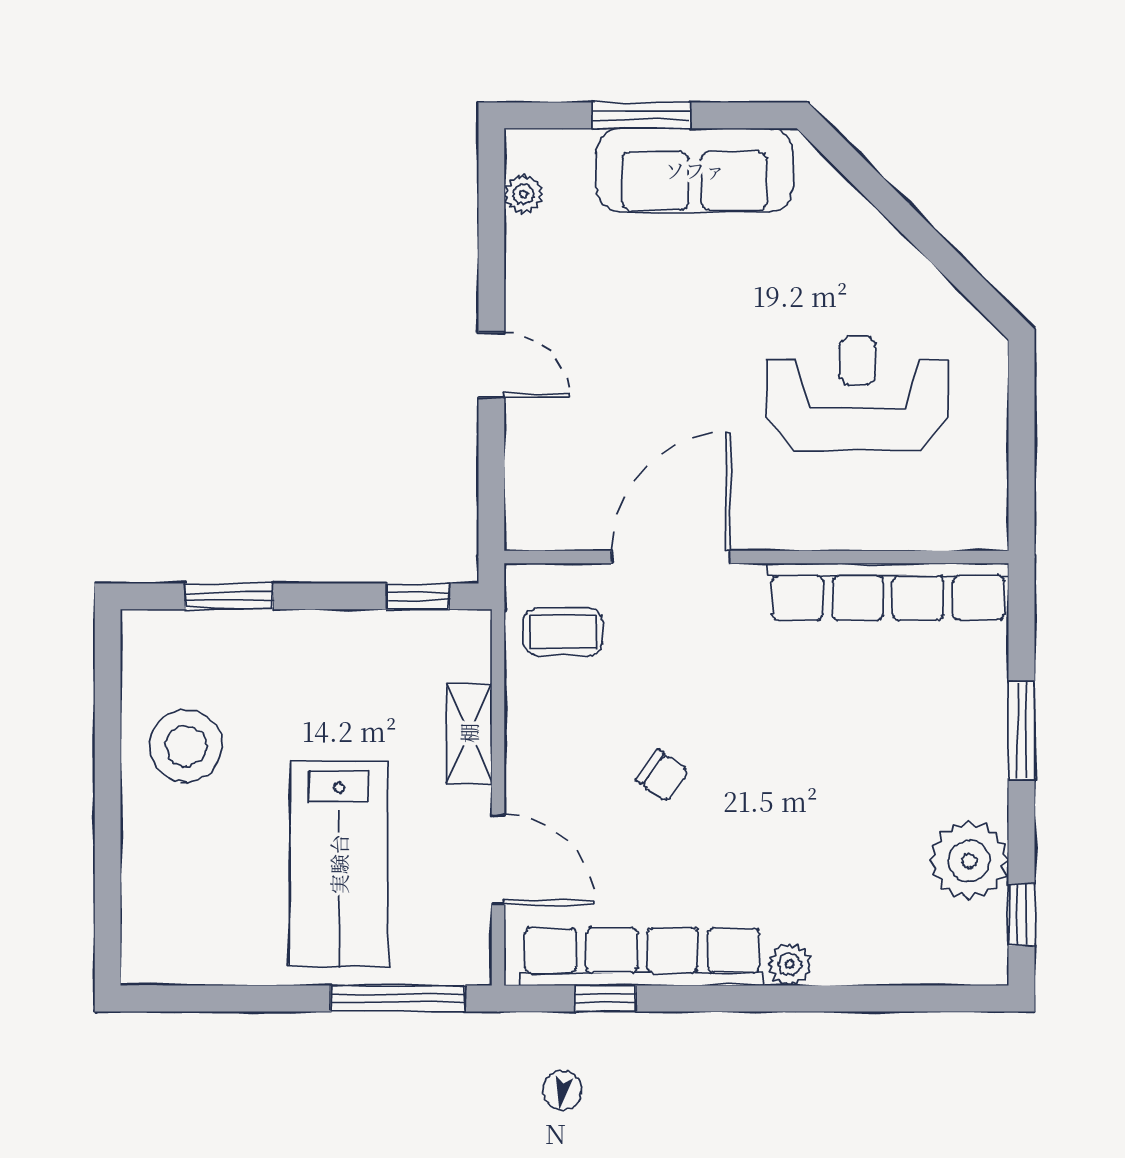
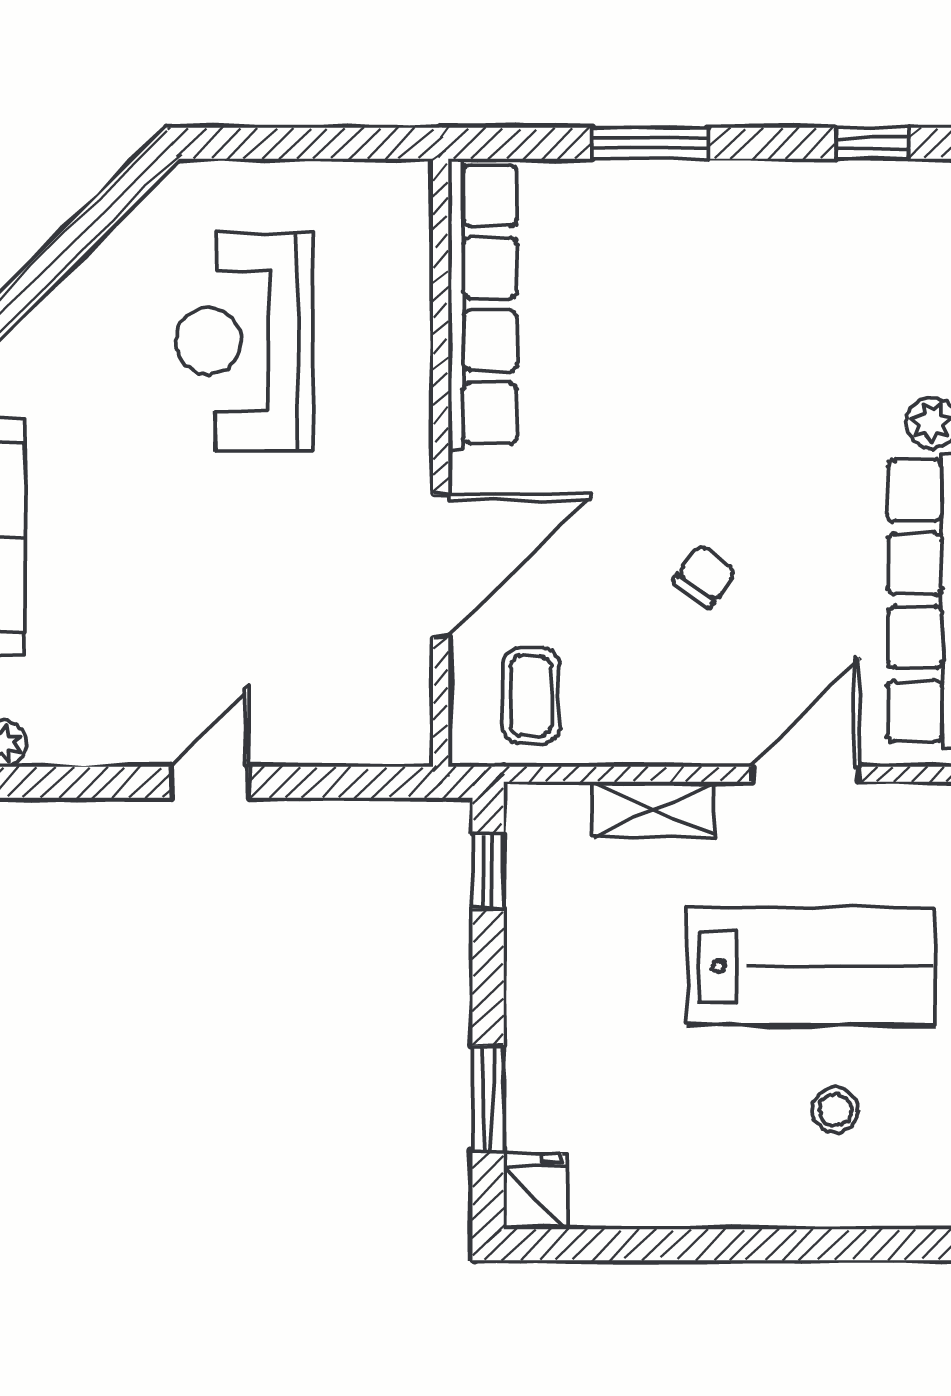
door: (671, 557) -> (441, 566), swing flipped
fridge: (152, 635) -> (535, 1191), added
stool: (186, 746) -> (835, 1110), moved, width x0.53, depth x0.53
plant: (969, 861) -> (807, 207), removed

